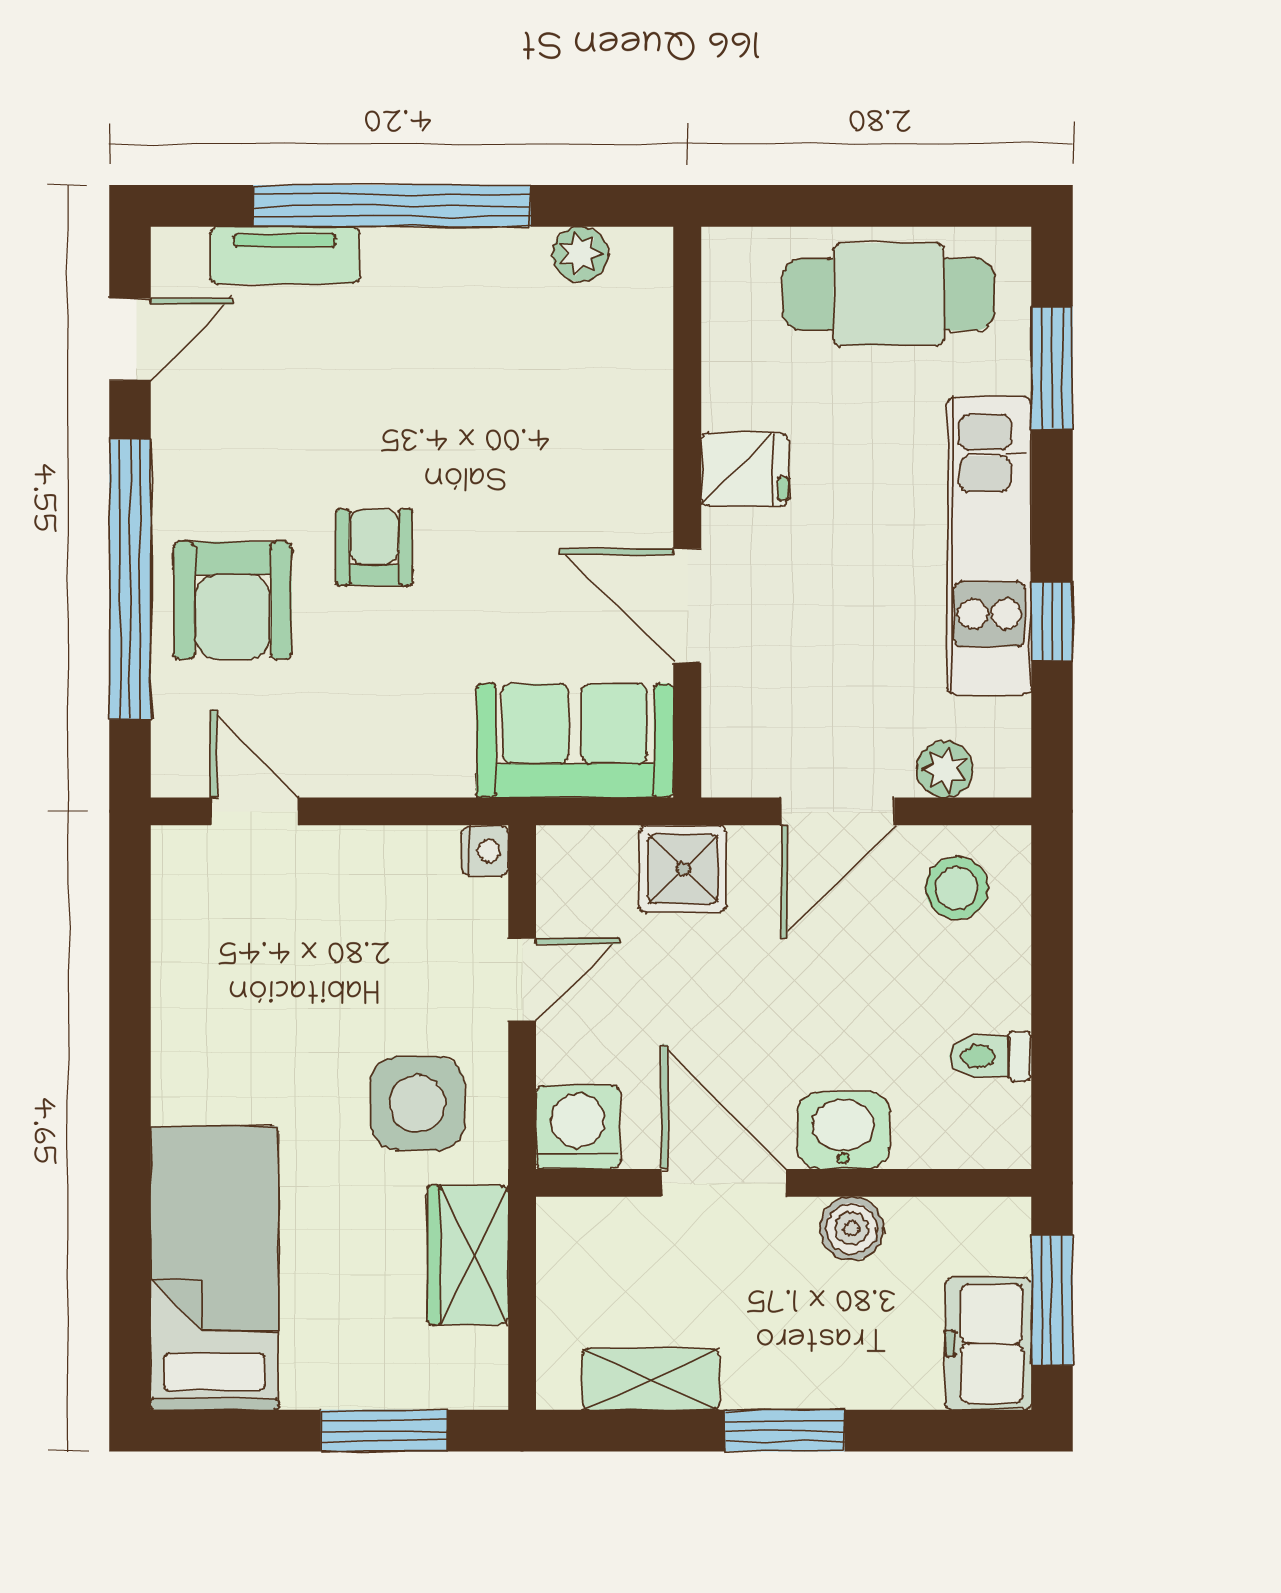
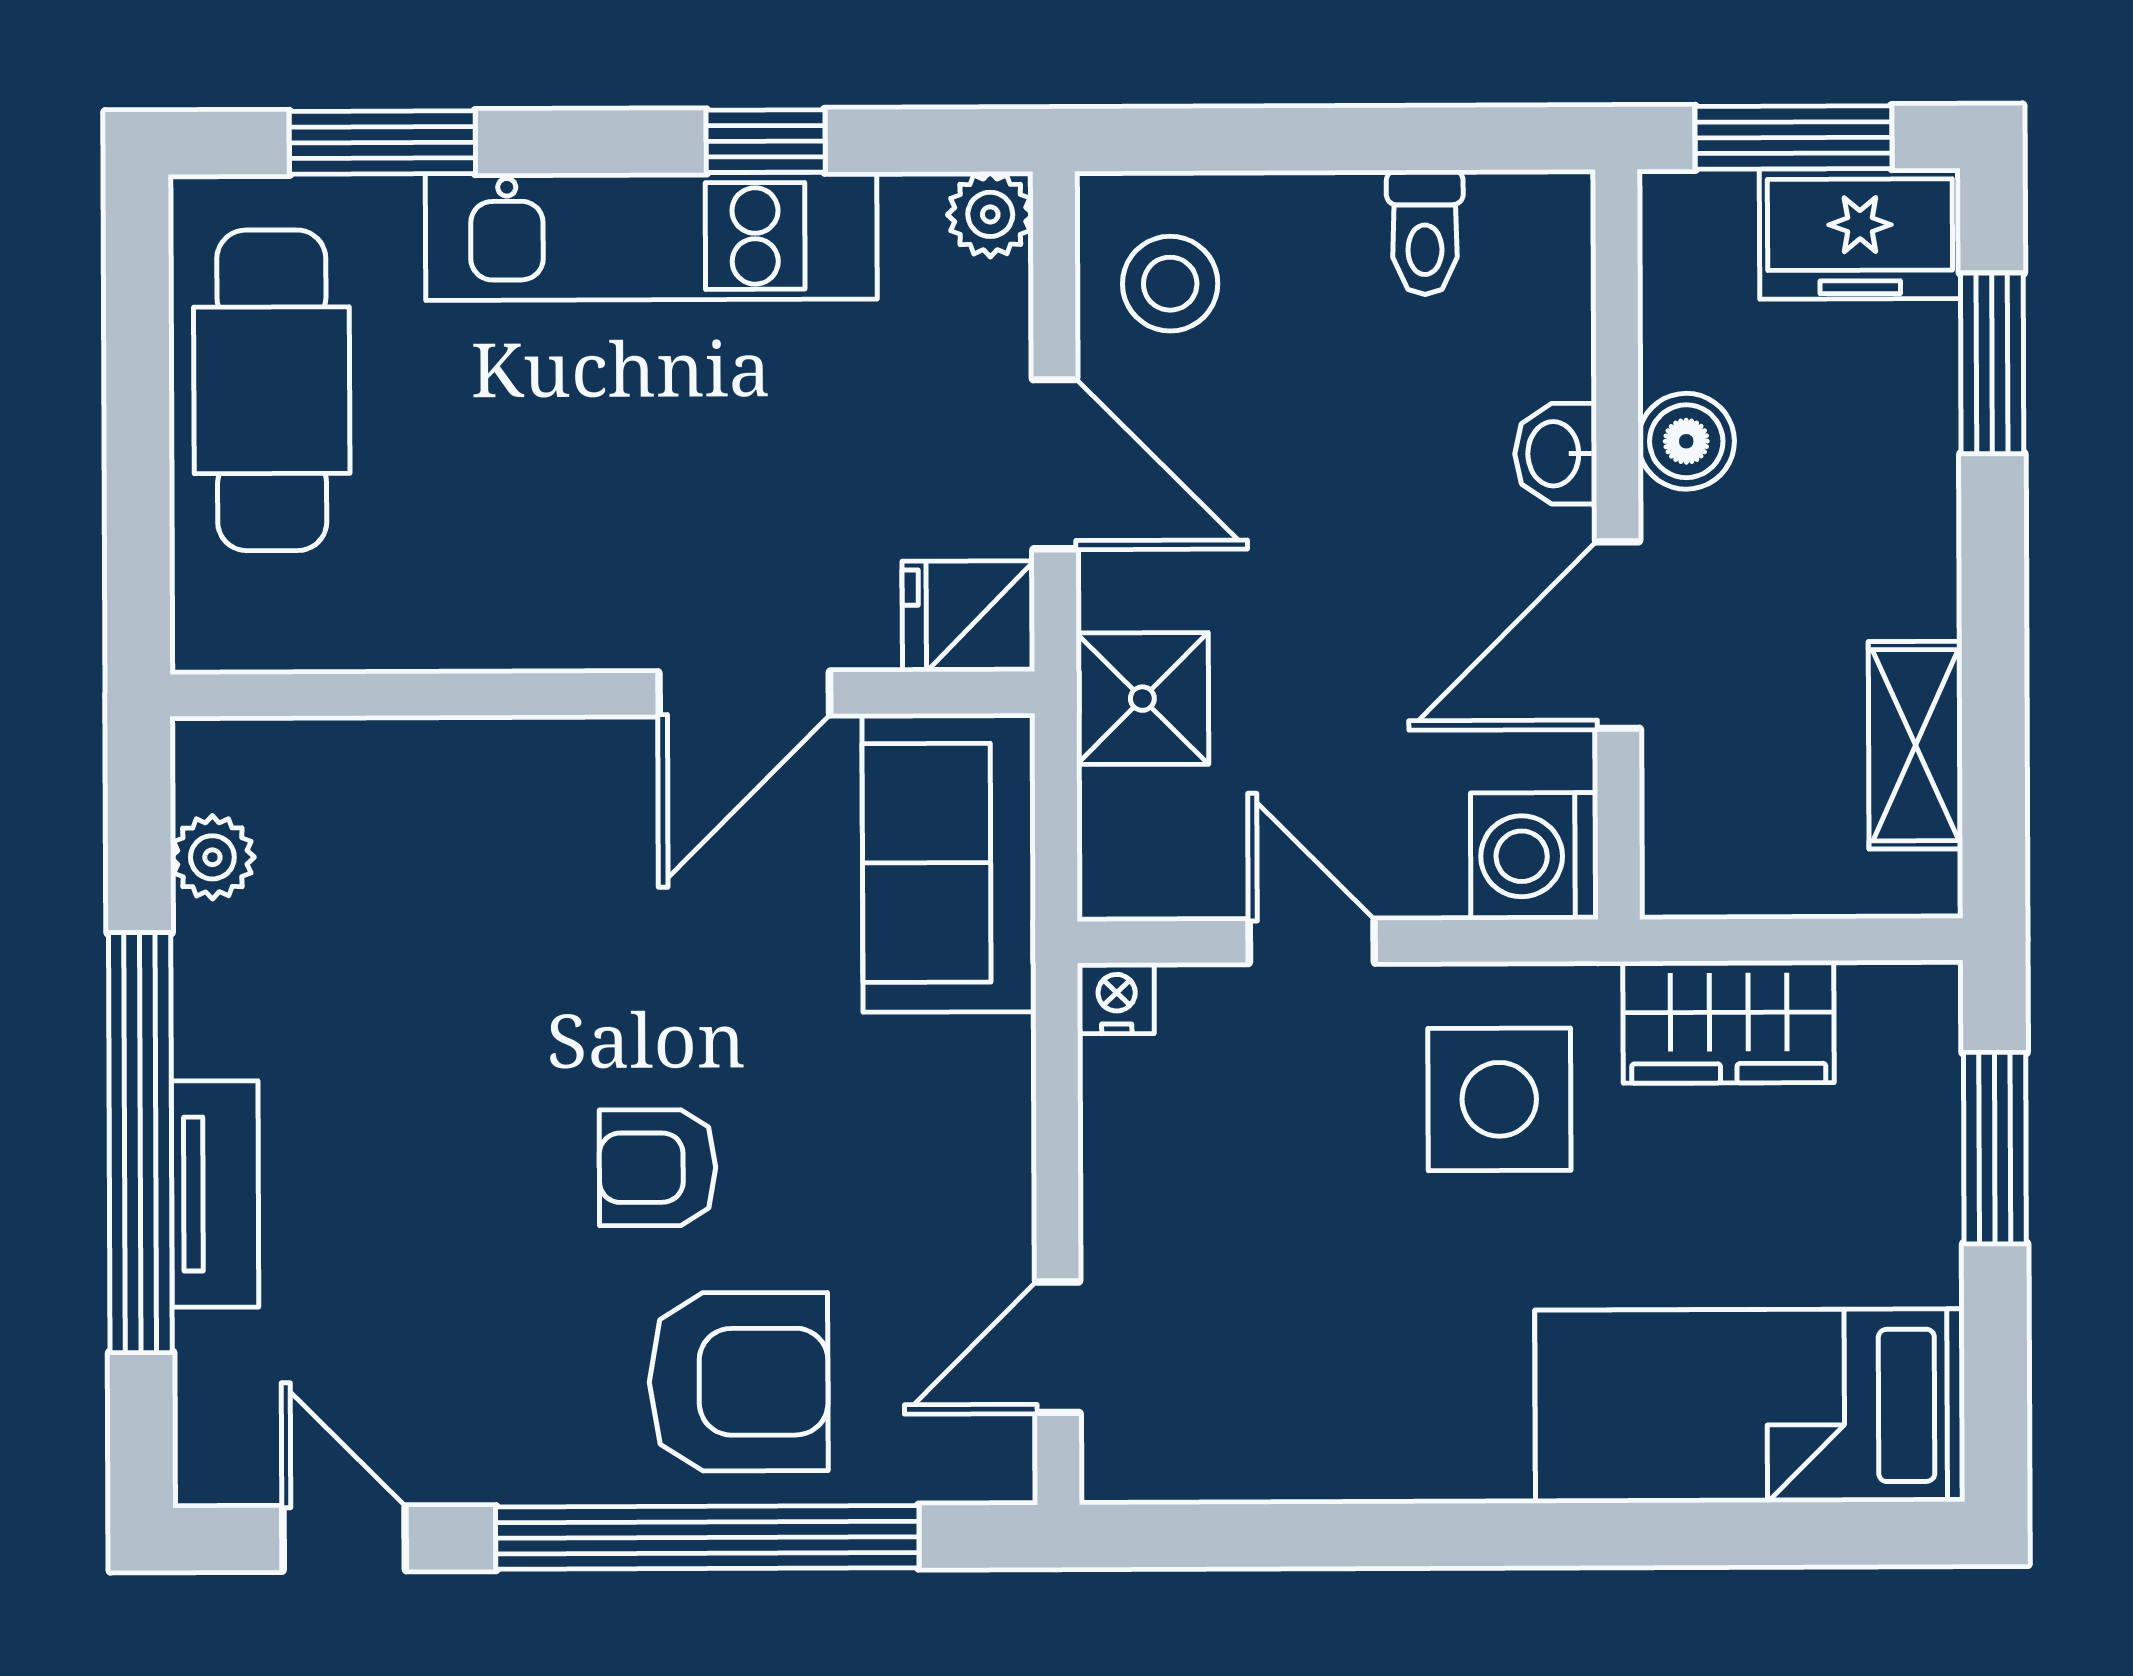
tv unit: (285, 255) -> (215, 1194), moved
fridge: (745, 469) -> (968, 616), moved, turned -90
plant: (945, 769) -> (990, 214), moved
washbasin: (844, 1130) -> (1556, 454), width x0.72, depth x0.69
window: (785, 1431) -> (1992, 363), moved

